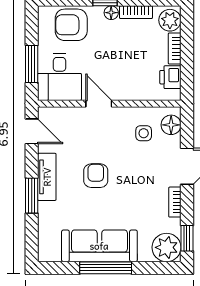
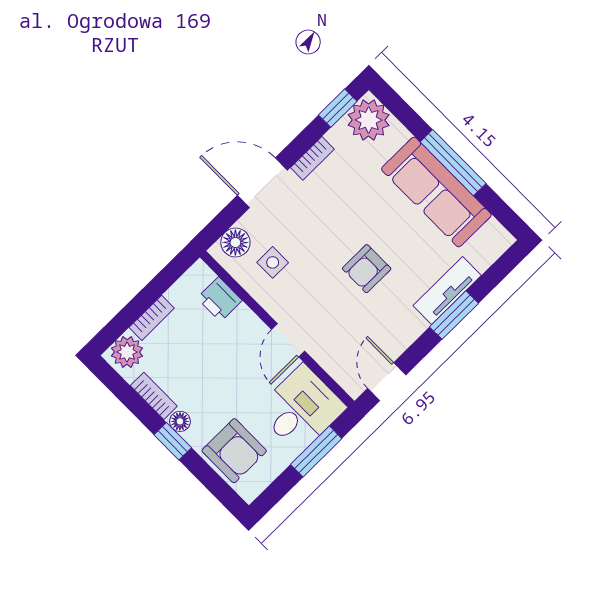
printer: (170, 77) -> (220, 299), moved, turned 90
tv unit: (47, 177) -> (447, 291), moved

